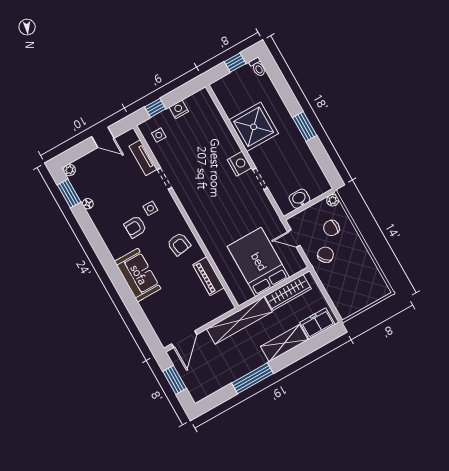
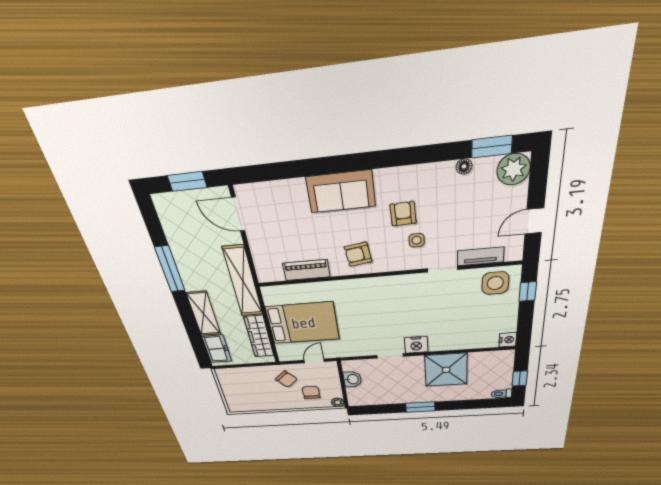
nightstand: (179, 109) -> (508, 340), moved
side table: (159, 135) -> (495, 283), width x1.87, depth x1.87
plant: (69, 170) -> (513, 169), width x1.88, depth x1.88

